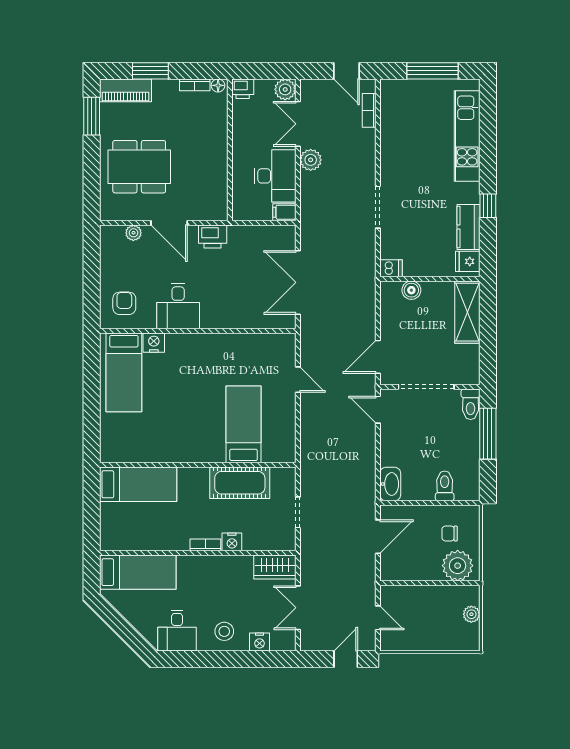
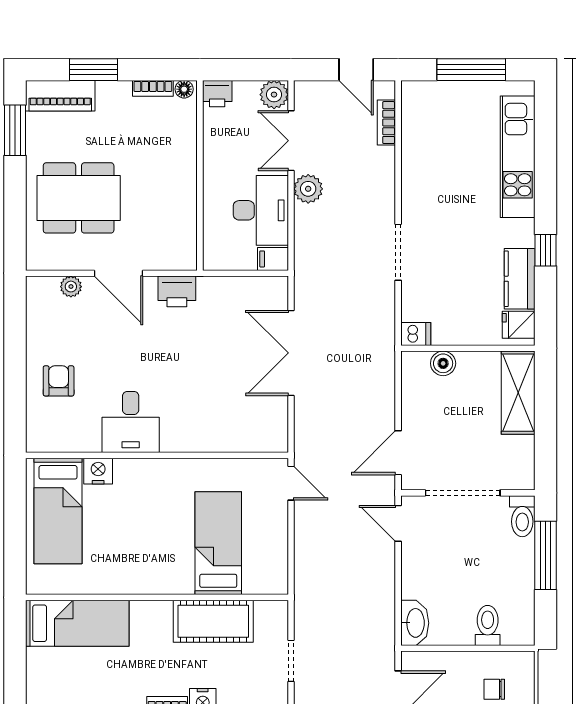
desk: (178, 306) -> (131, 422), moved
wall: (198, 331) -> (157, 455), moved
nightstand: (154, 343) -> (98, 471), moved
bed: (124, 372) -> (58, 511), moved

